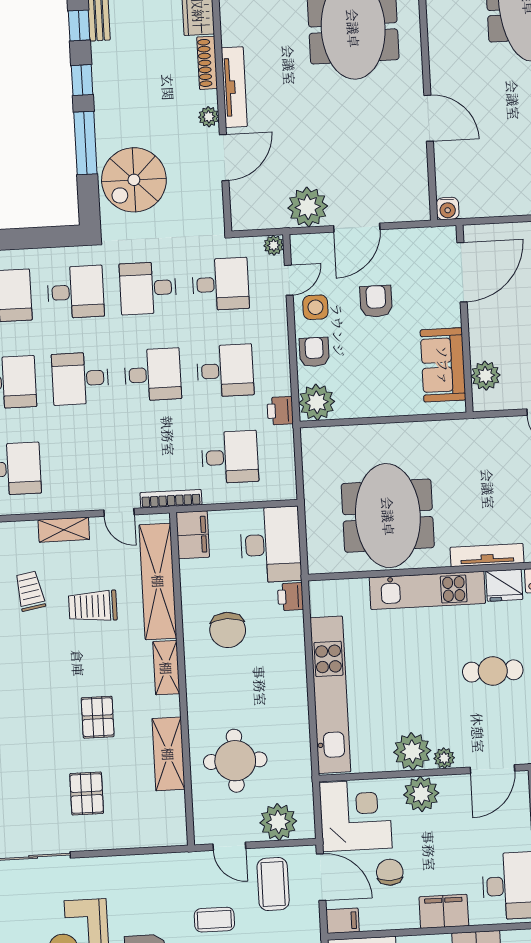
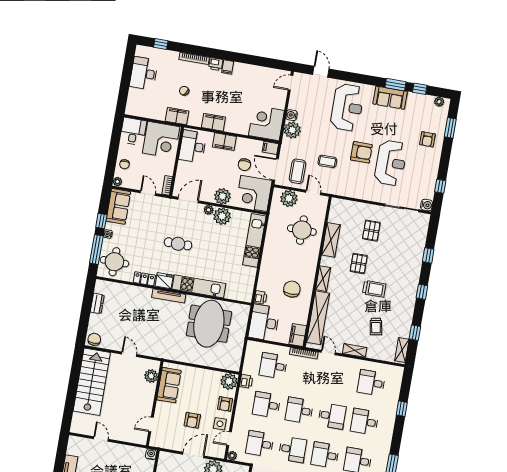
door: (462, 272) -> (151, 424), width x0.53
trolley: (93, 606) -> (374, 289), moved
kitchen unit: (330, 695) -> (254, 240), width x0.73

